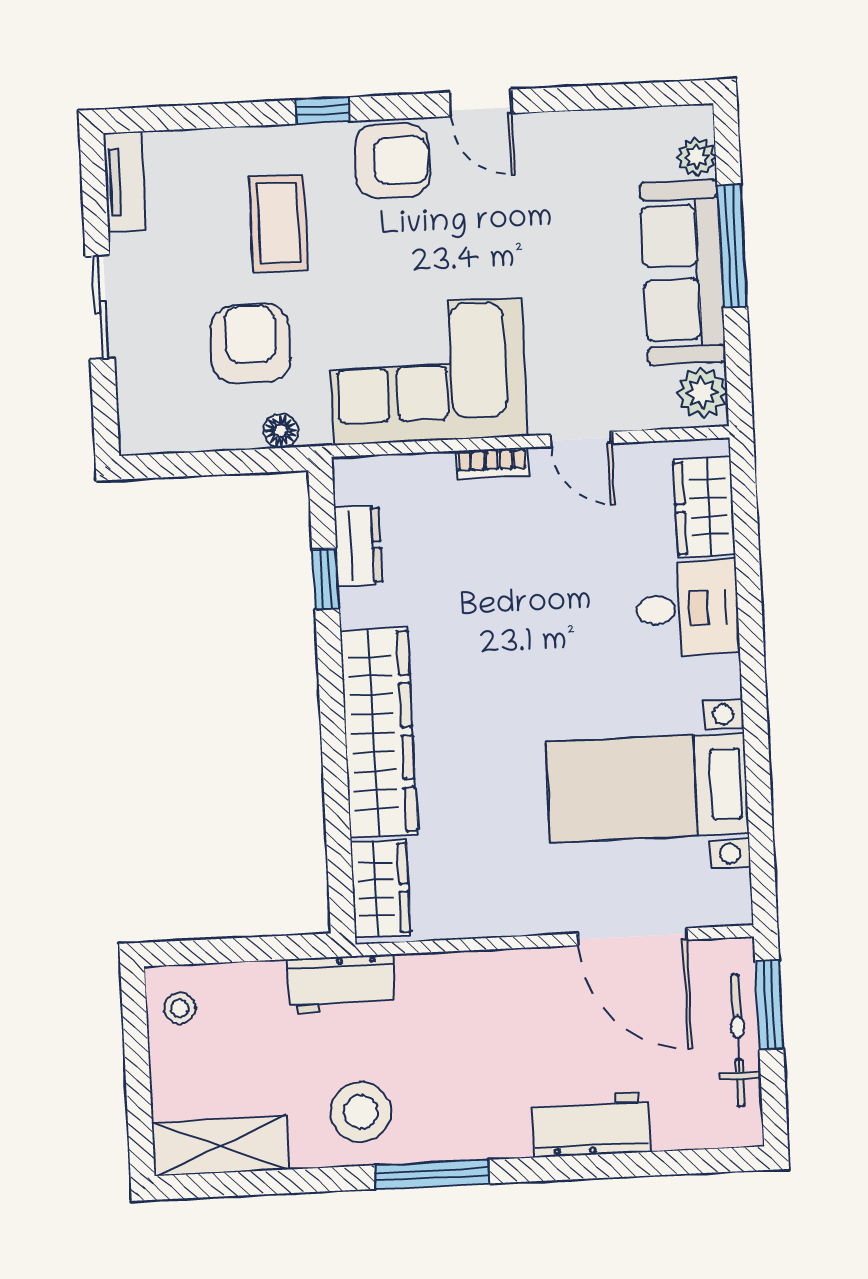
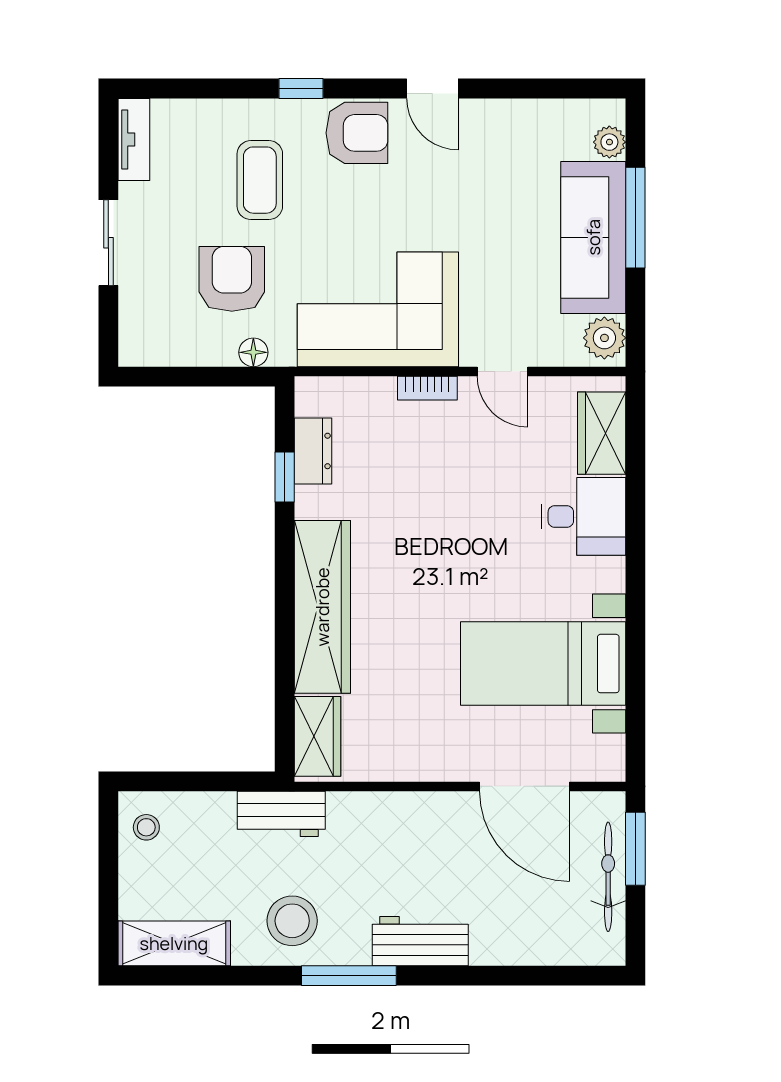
workbench: (591, 1125) -> (420, 941), moved

